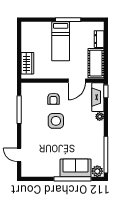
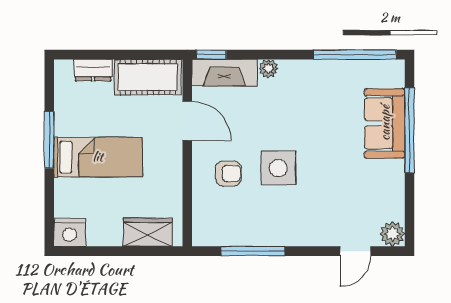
nightstand: (27, 29) -> (70, 232), added
plant: (97, 171) -> (392, 234), moved

